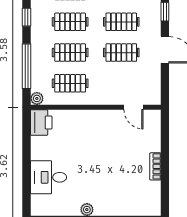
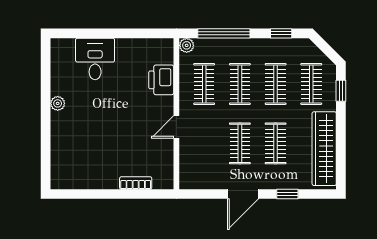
door: (134, 107) -> (176, 127), moved
printer: (41, 122) -> (161, 80), moved, turned 90
bookcase: (155, 166) -> (136, 183), moved

